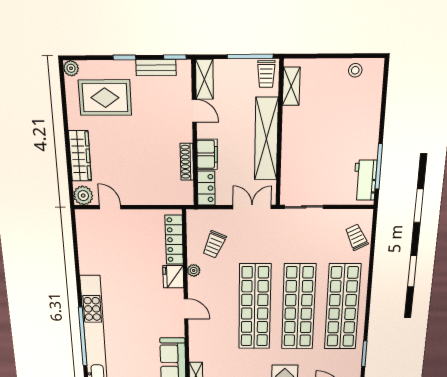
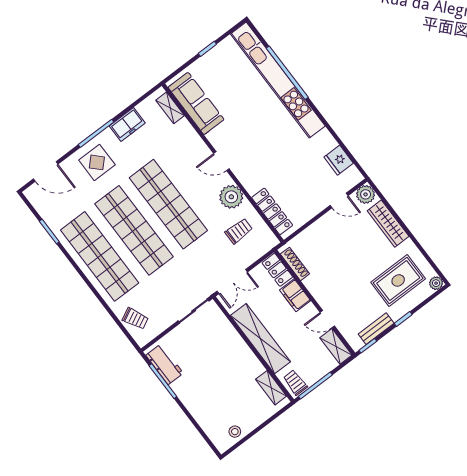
shoe rack: (187, 162) -> (295, 264), moved
trolley: (214, 244) -> (239, 231), turned 67
plant: (194, 270) -> (231, 197), width x1.87, depth x1.87
fridge: (173, 277) -> (339, 160), moved, turned 180

